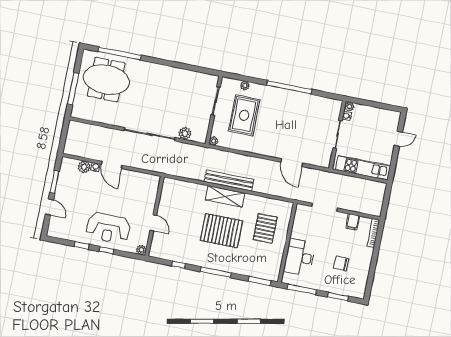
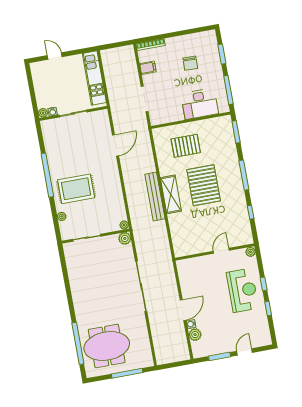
meeting table: (106, 80) -> (107, 346), turned 90
rug: (244, 115) -> (76, 189), moved
plant: (185, 133) -> (125, 238), moved

